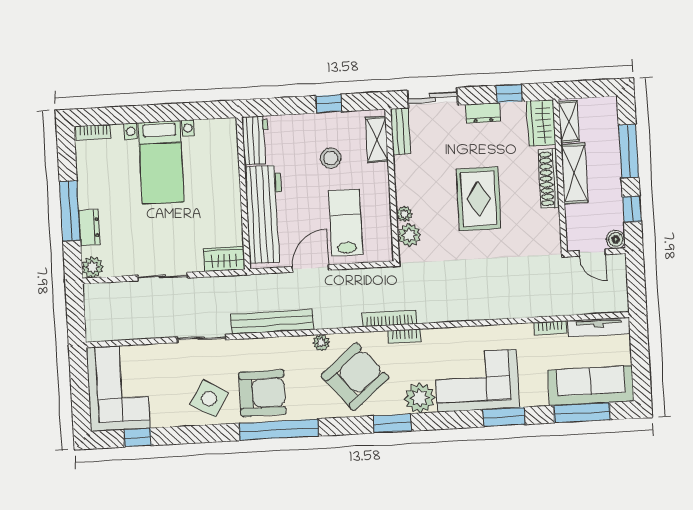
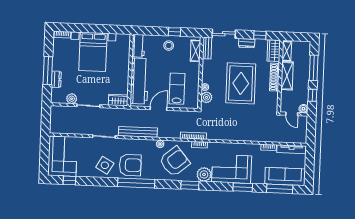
stool: (331, 158) -> (169, 46), moved
bed with nightstands: (161, 162) -> (93, 52), width x1.36
rug: (479, 199) -> (241, 83), width x1.37, depth x1.44
plant: (92, 267) -> (72, 99), moved

